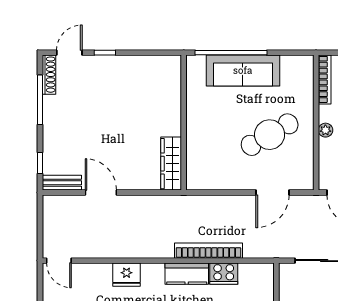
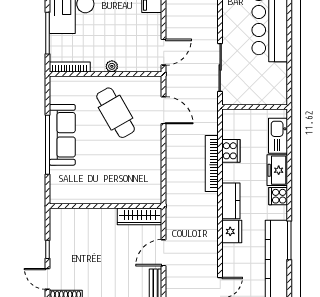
wall: (184, 123) -> (106, 206), moved
wardrobe: (171, 164) -> (140, 216), moved
kitchen counter: (187, 274) -> (231, 201), moved

